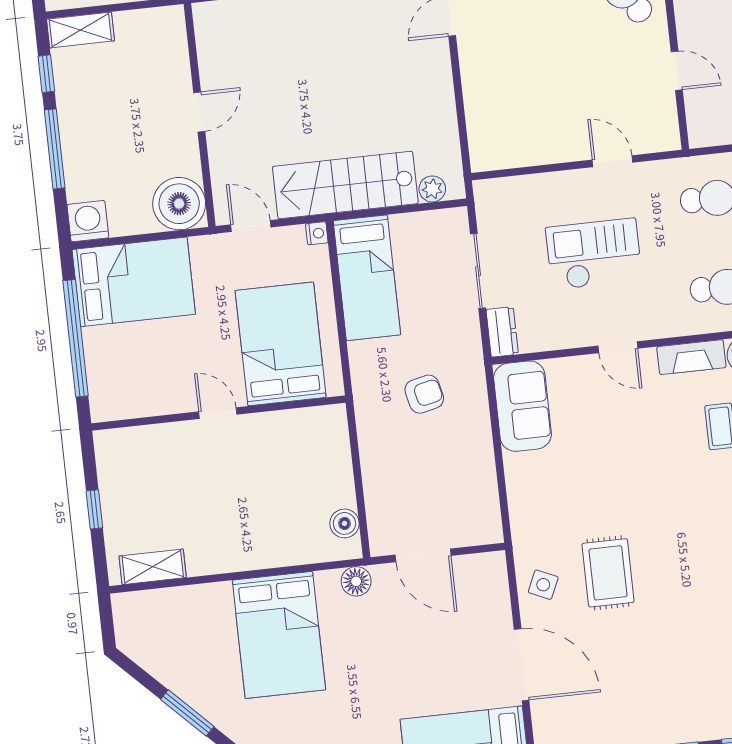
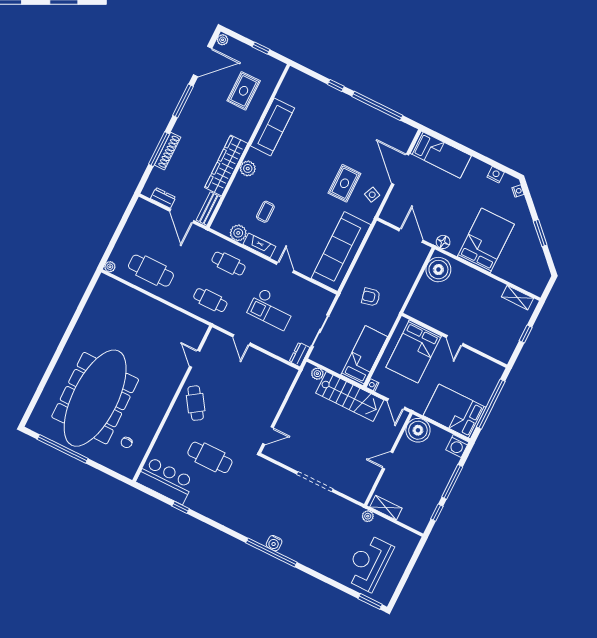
shelving: (80, 30) -> (386, 508), moved
dresser: (502, 332) -> (299, 355), moved
sofa: (523, 406) -> (341, 251), width x1.85, depth x1.27
boiler: (344, 523) -> (438, 270), width x1.86, depth x1.86

